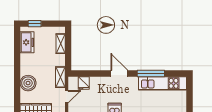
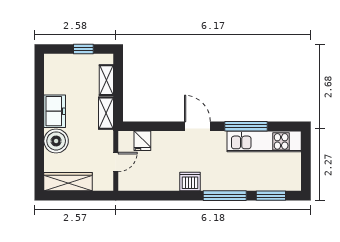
window: (35, 24) -> (83, 49), moved
freezer: (27, 42) -> (55, 111), moved
shelving: (60, 77) -> (106, 113), moved

